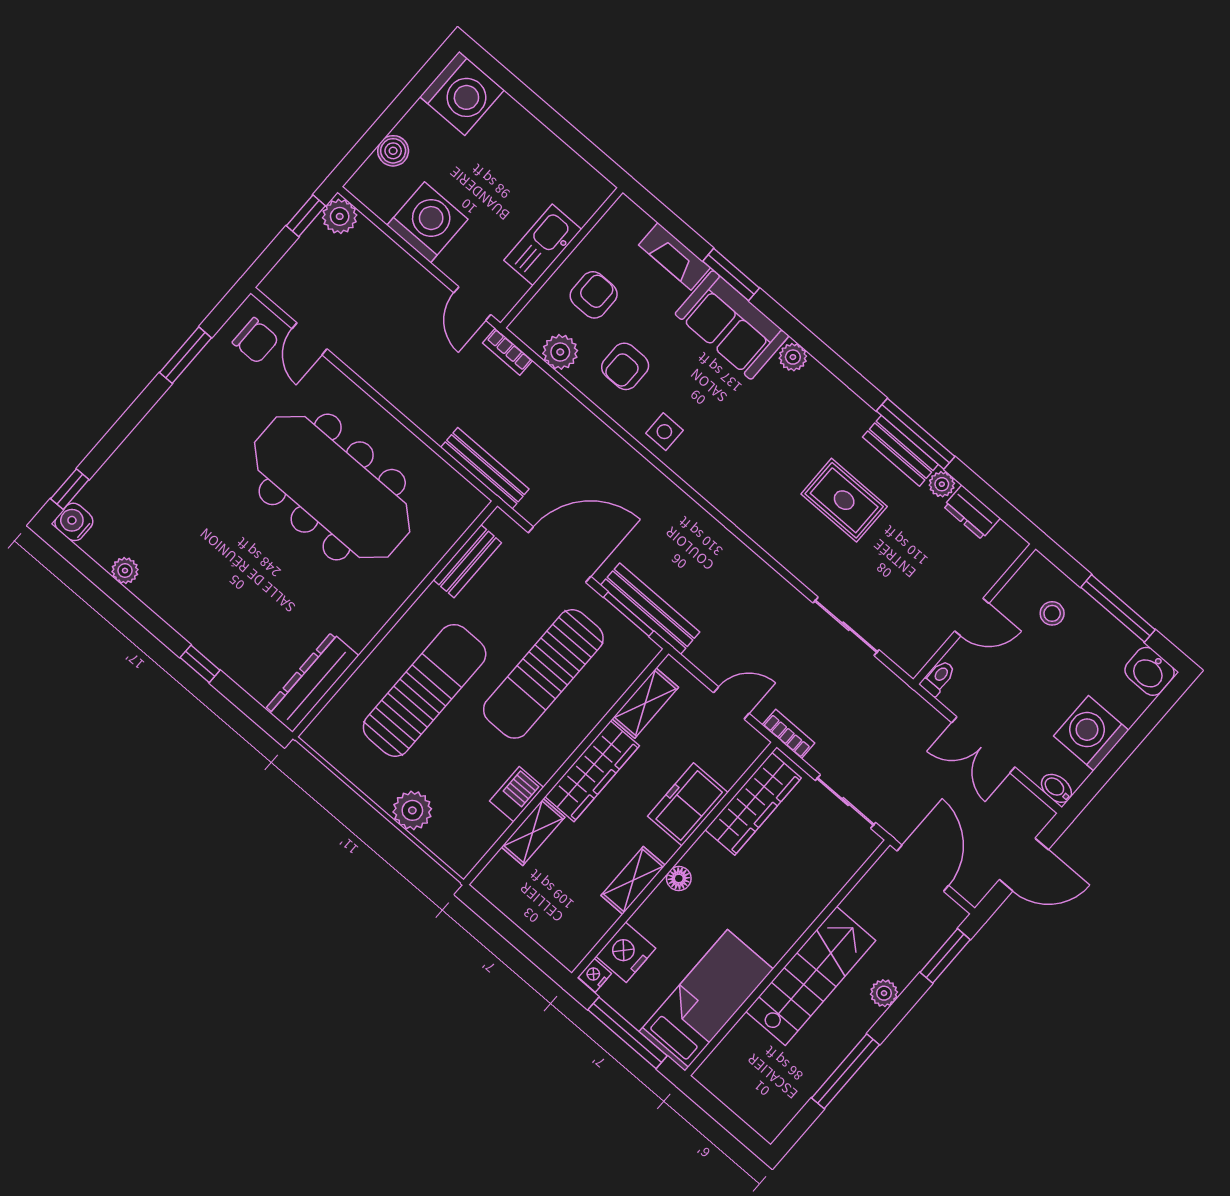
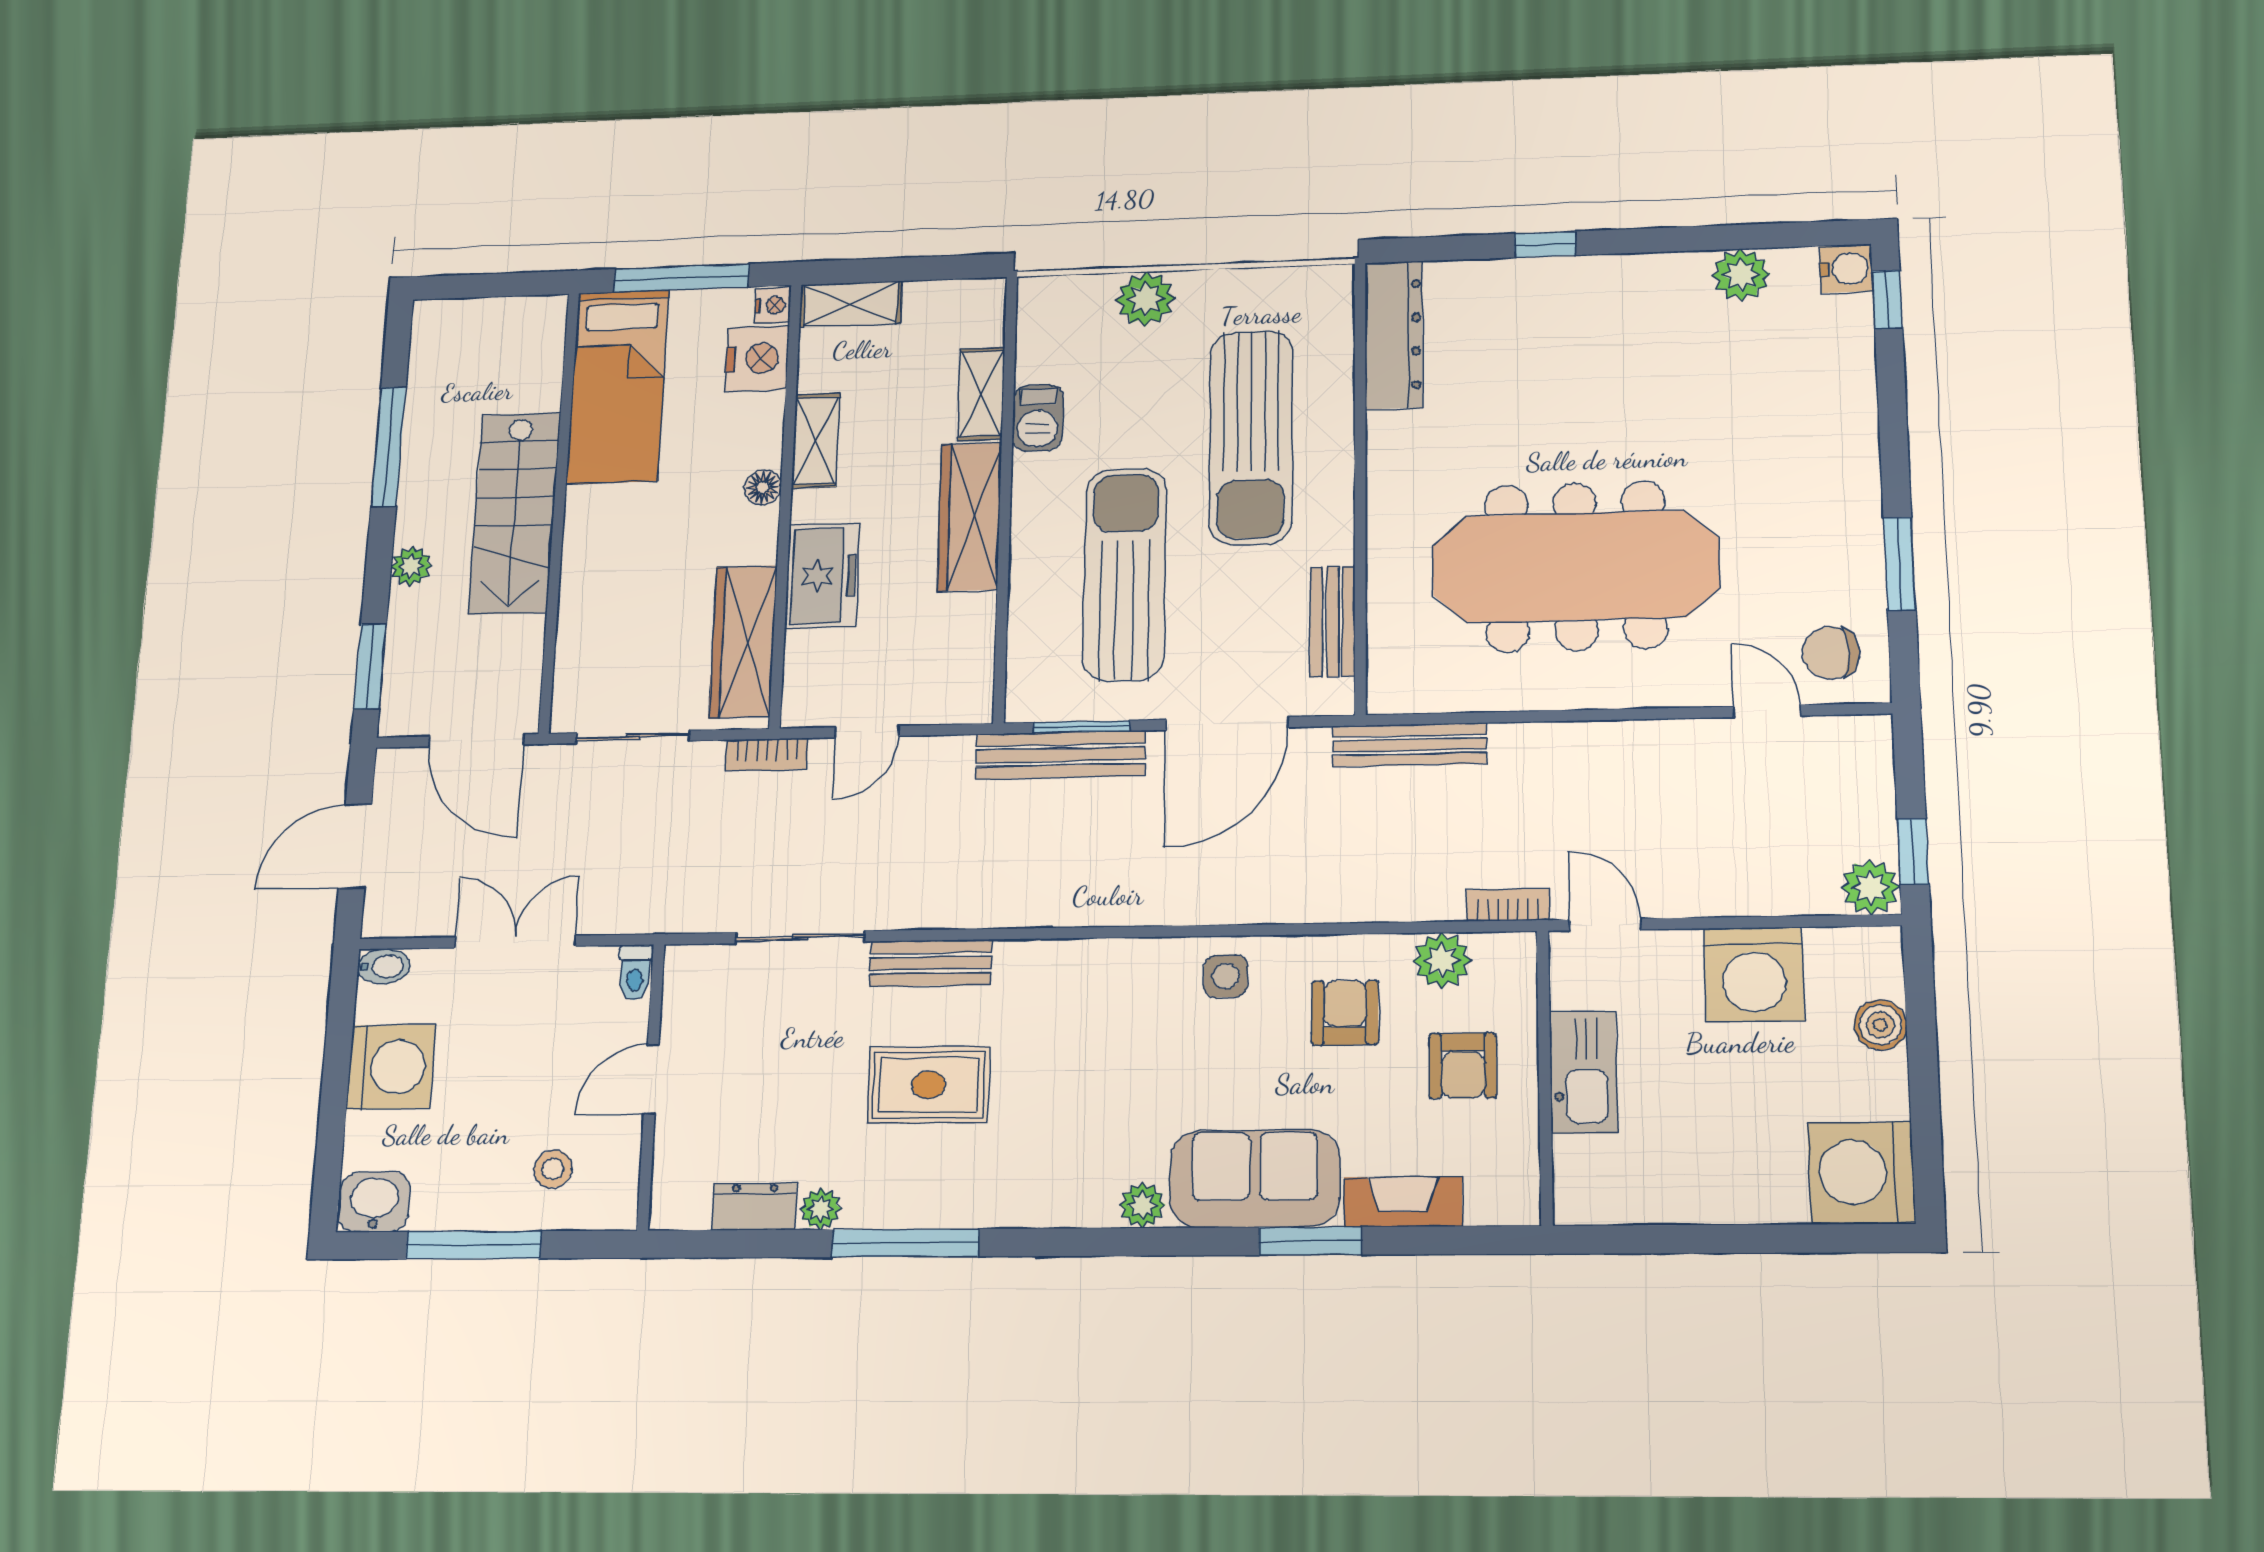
bench: (900, 451) -> (930, 963), moved
plant: (125, 571) -> (1741, 275), width x1.38, depth x1.38
shelving: (645, 703) -> (851, 304), moved, turned 90

